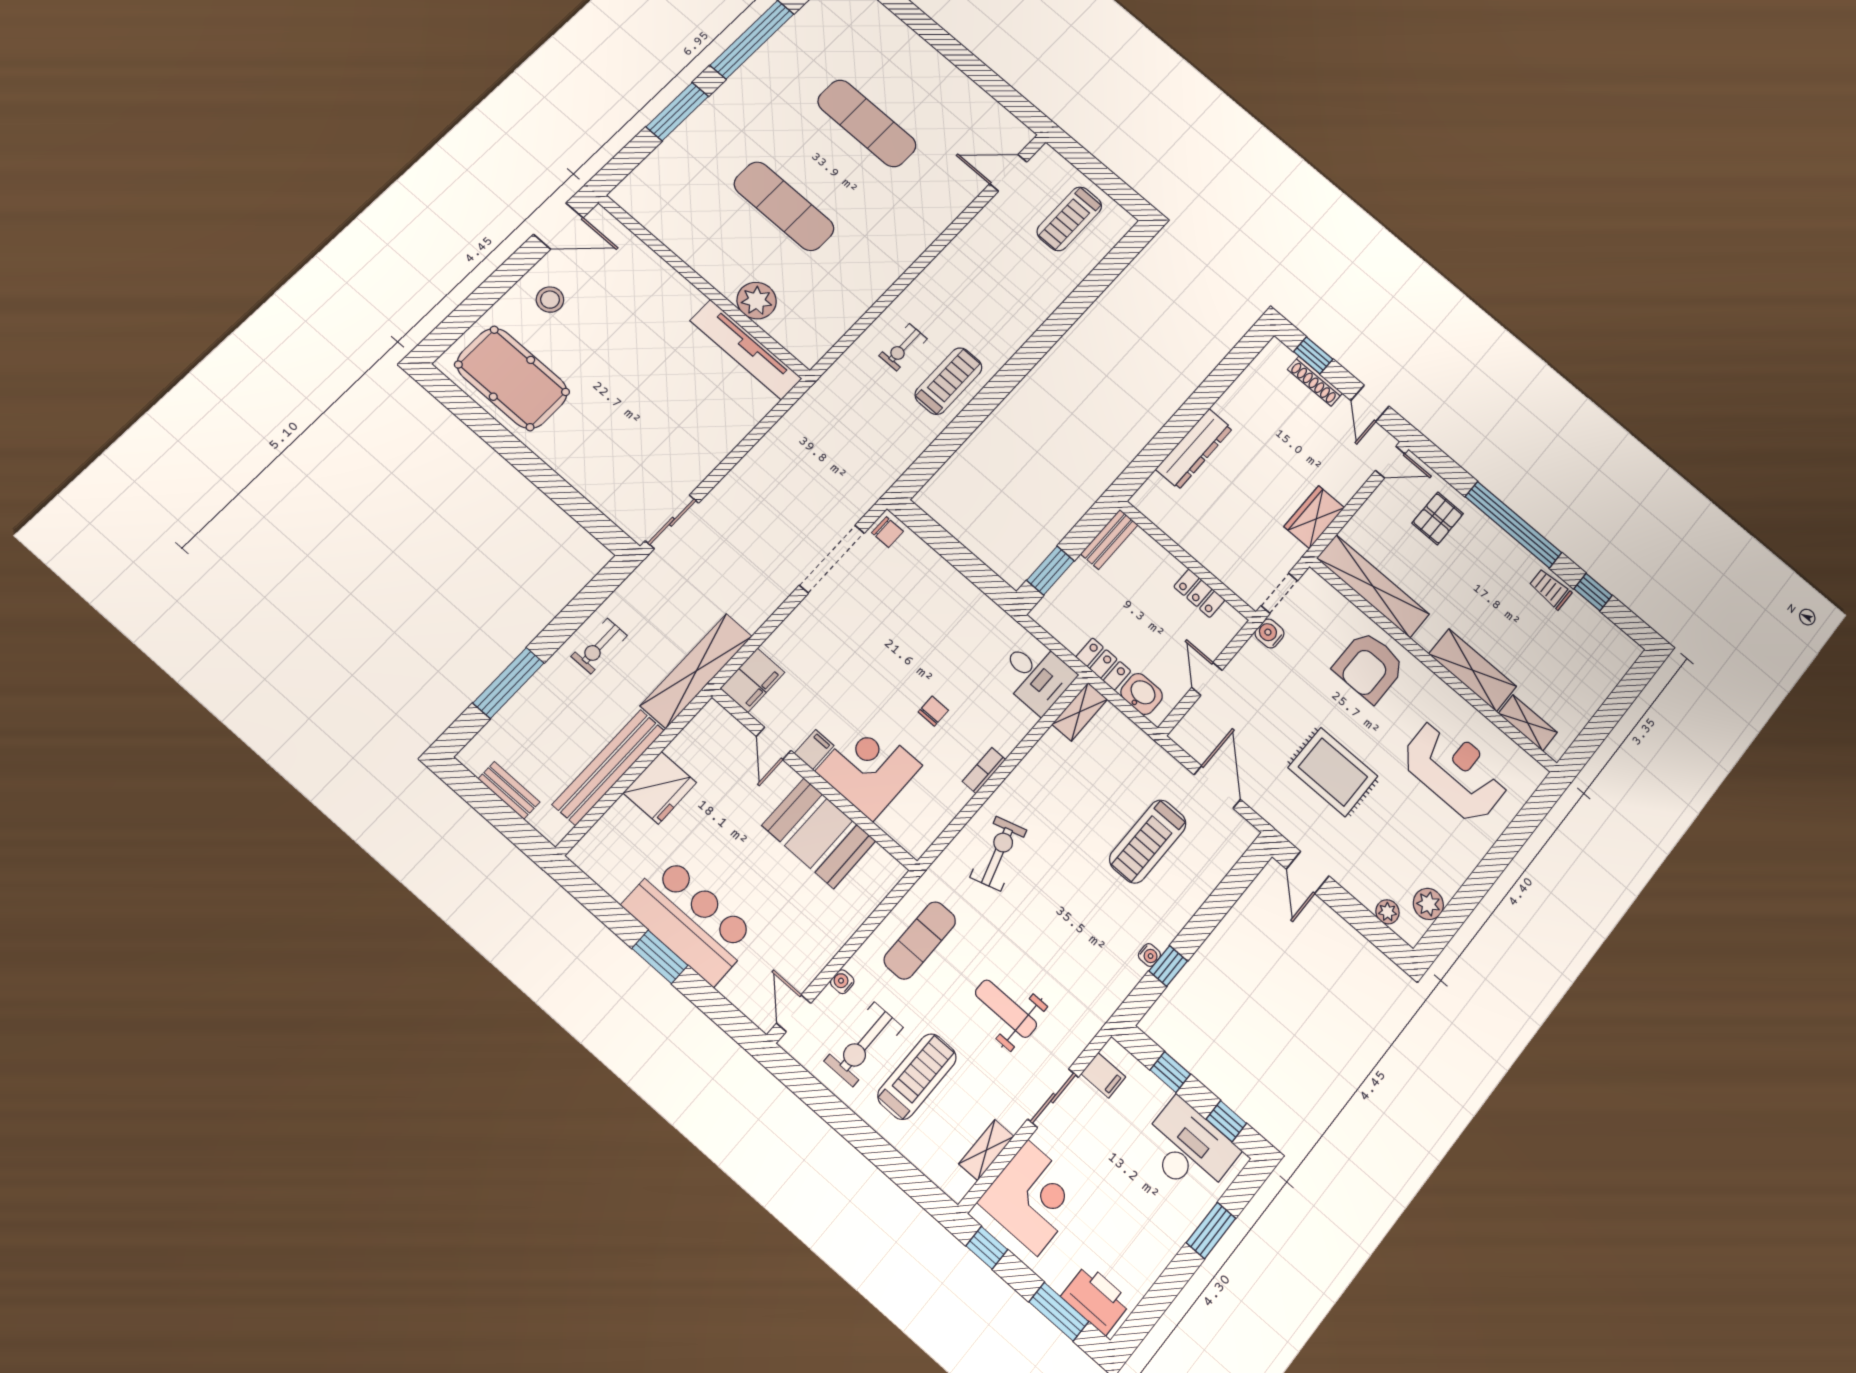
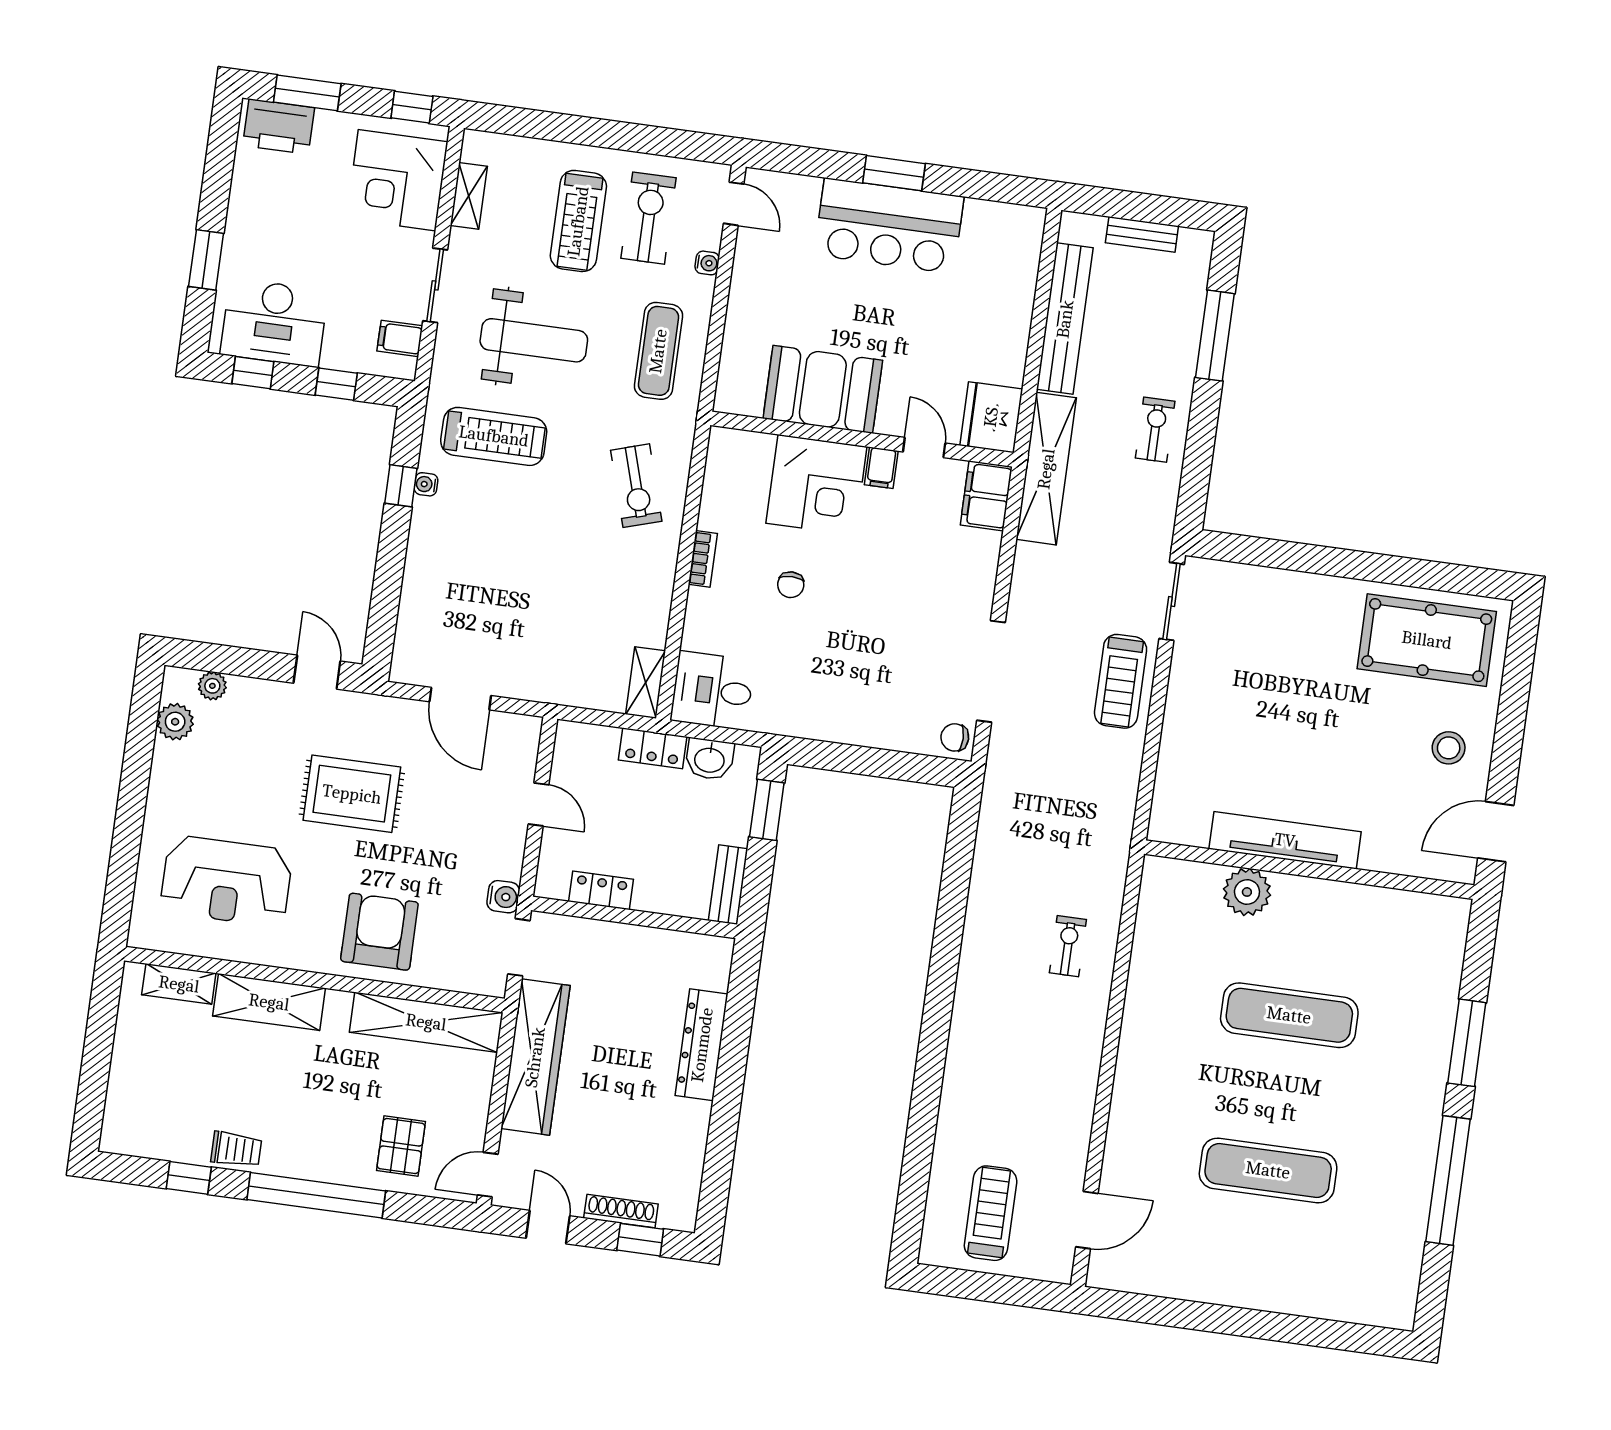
tv unit: (746, 350) -> (1285, 840), moved
treadmill: (949, 381) -> (1121, 681), moved
wardrobe: (1314, 517) -> (535, 1057), width x2.10, depth x1.17
washbasin: (1142, 694) -> (710, 759), moved
fridge: (660, 788) -> (991, 417), moved
treadmill: (1148, 841) -> (494, 436), moved, turned 90
weight bench: (1006, 1009) -> (534, 340), width x1.36, depth x1.33

